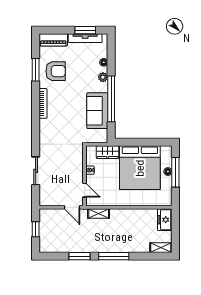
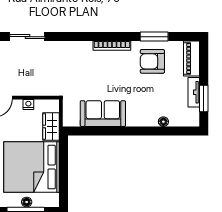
tv unit: (85, 38) -> (194, 92), width x0.71
armchair: (56, 71) -> (152, 61), turned 90
plant: (103, 77) -> (145, 121), removed
window: (111, 99) -> (118, 131), removed

